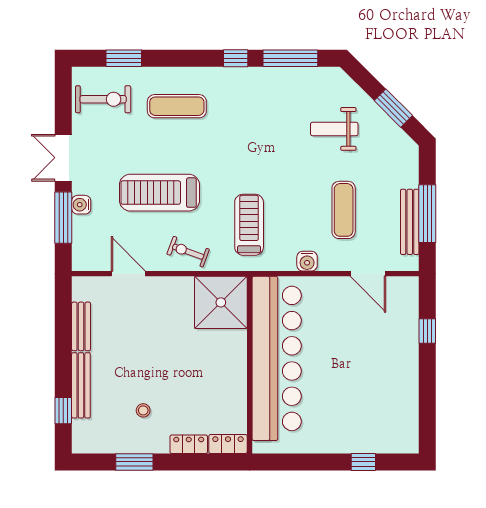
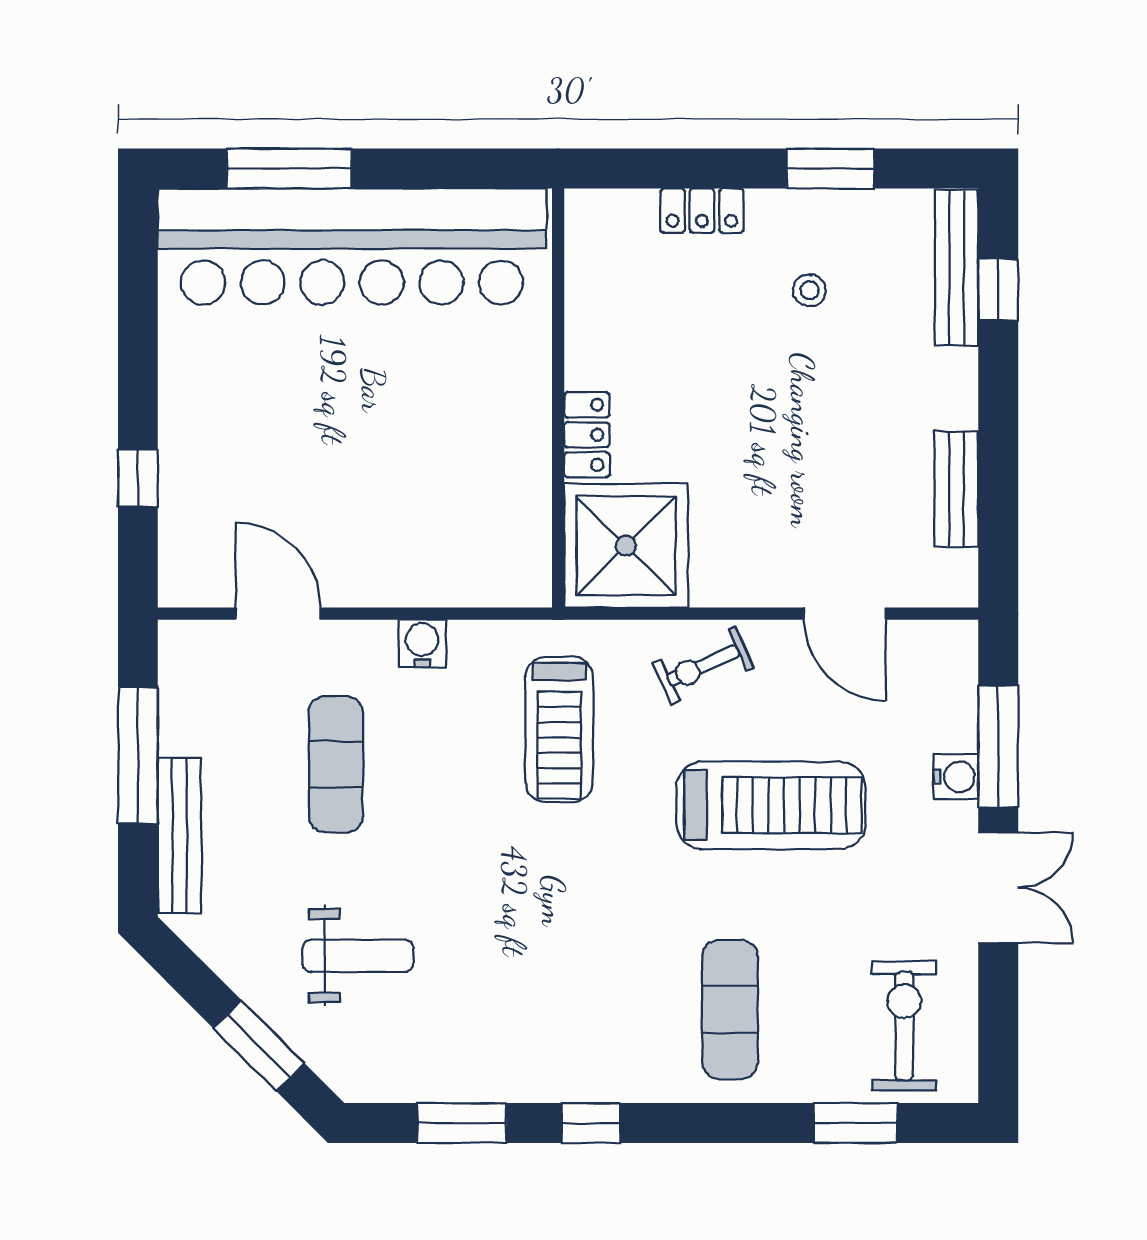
window: (290, 58) -> (462, 1123), width x0.69
exercise bike: (103, 99) -> (904, 1026), turned 90
exercise mat: (177, 106) -> (730, 1010), turned 90
window: (393, 108) -> (259, 1046), moved
bench: (410, 222) -> (179, 836), moved
exercise bike: (188, 252) -> (703, 666), turned 136
bar counter: (277, 358) -> (352, 246), moved, turned -90
bench: (81, 385) -> (957, 268), moved
locker: (228, 444) -> (587, 435), moved, turned -90
window: (363, 462) -> (289, 169), width x2.17

